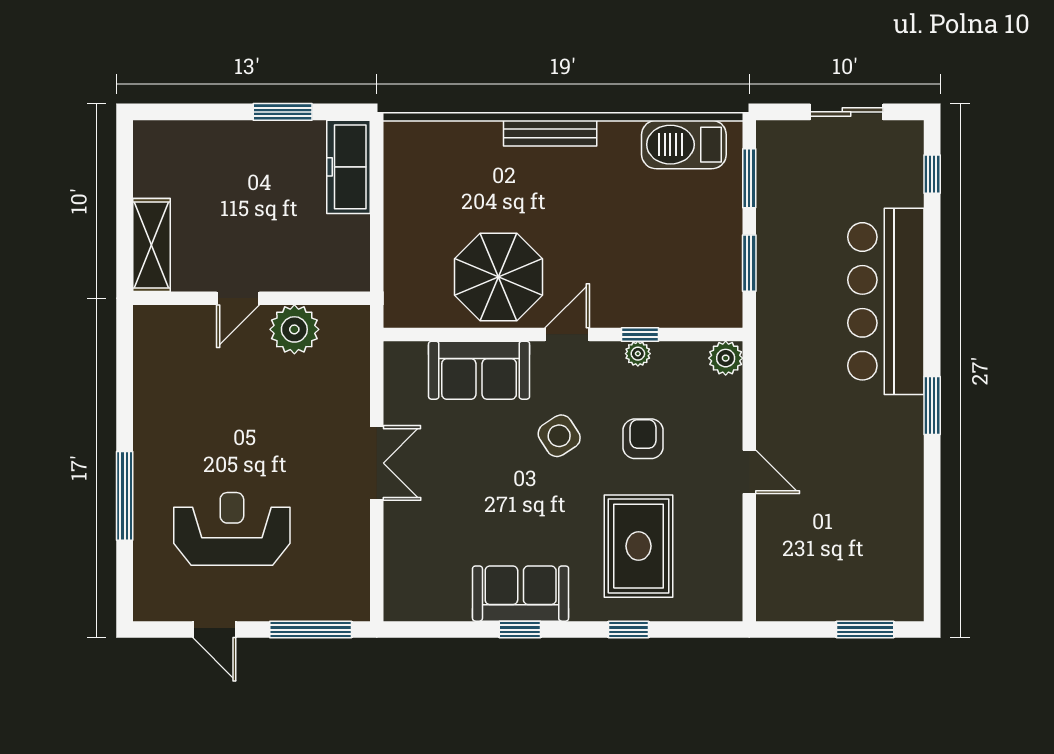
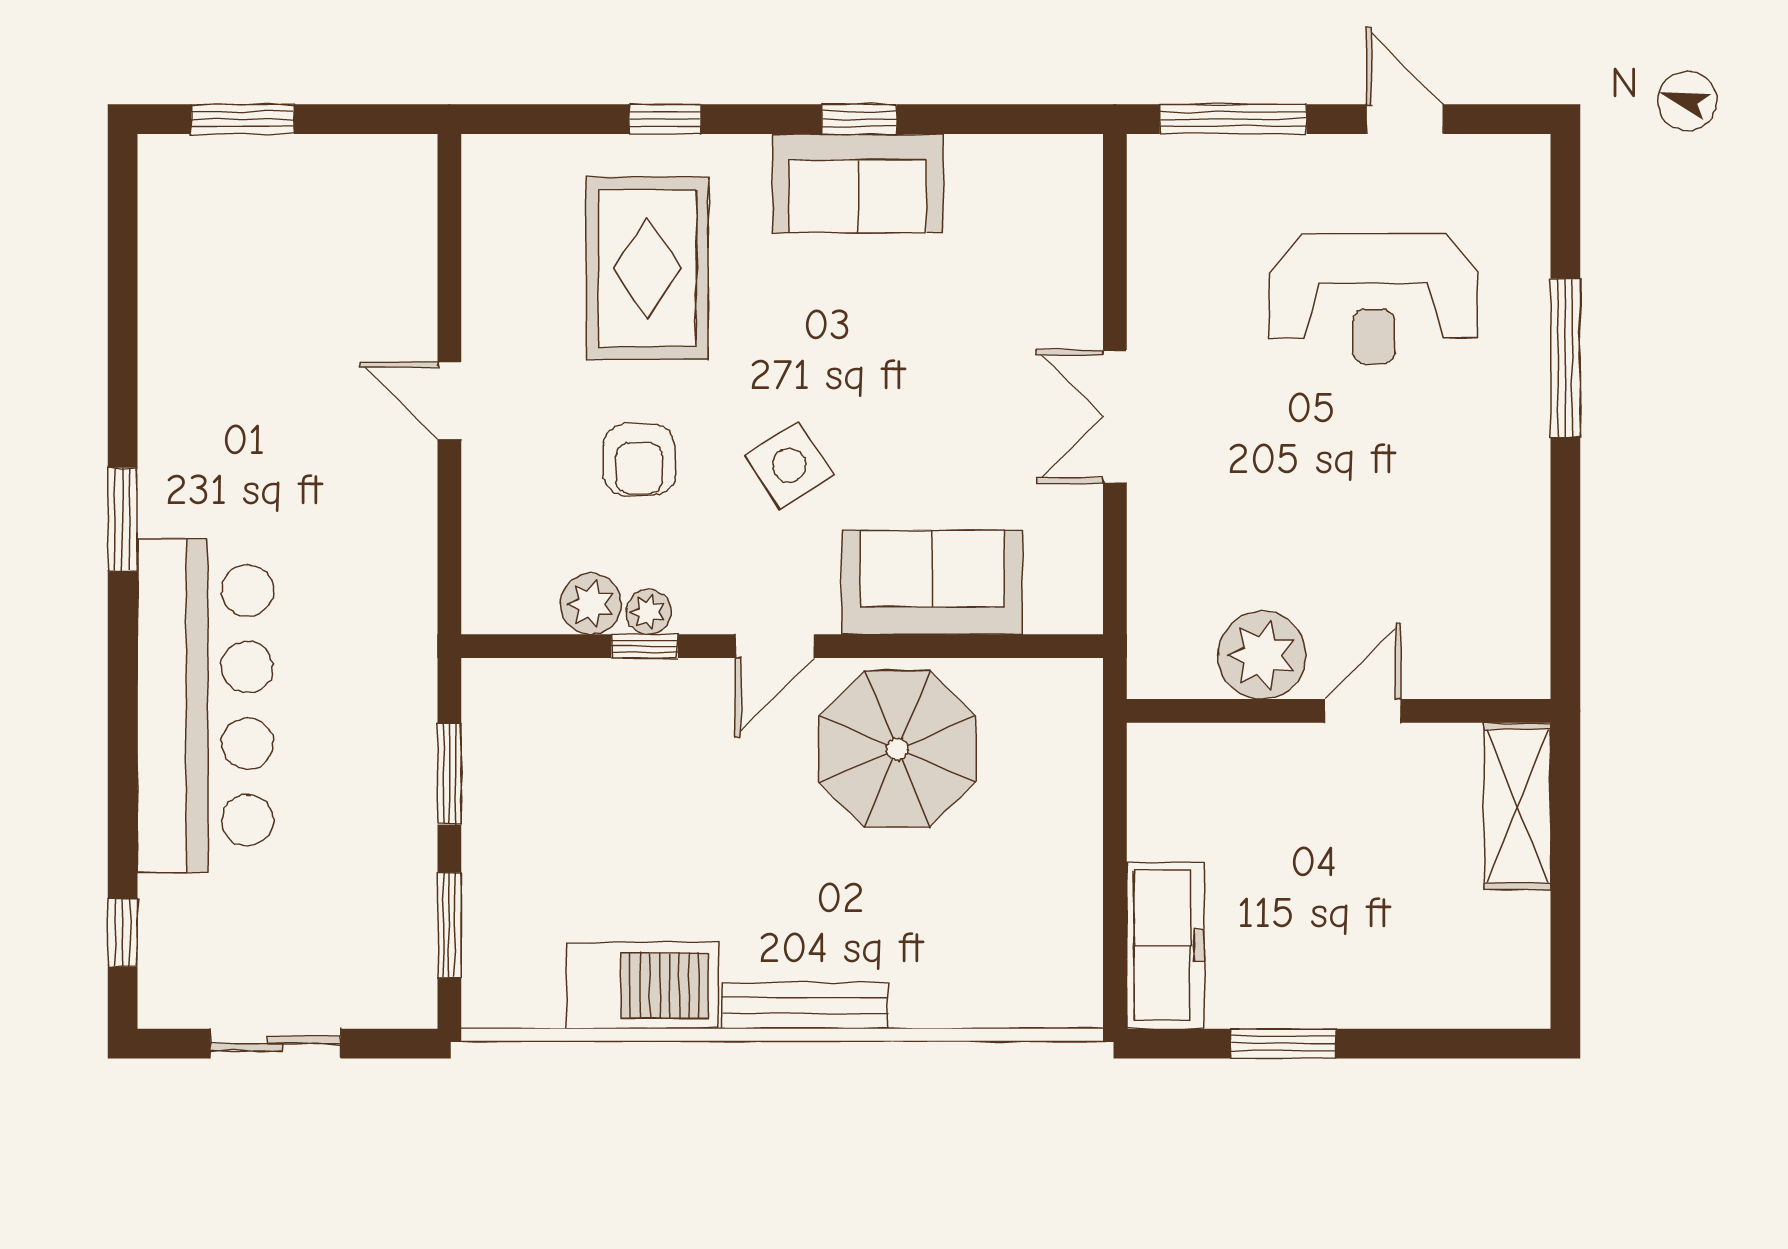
barbecue: (684, 145) -> (642, 985), moved
plant: (726, 358) -> (591, 604), moved

